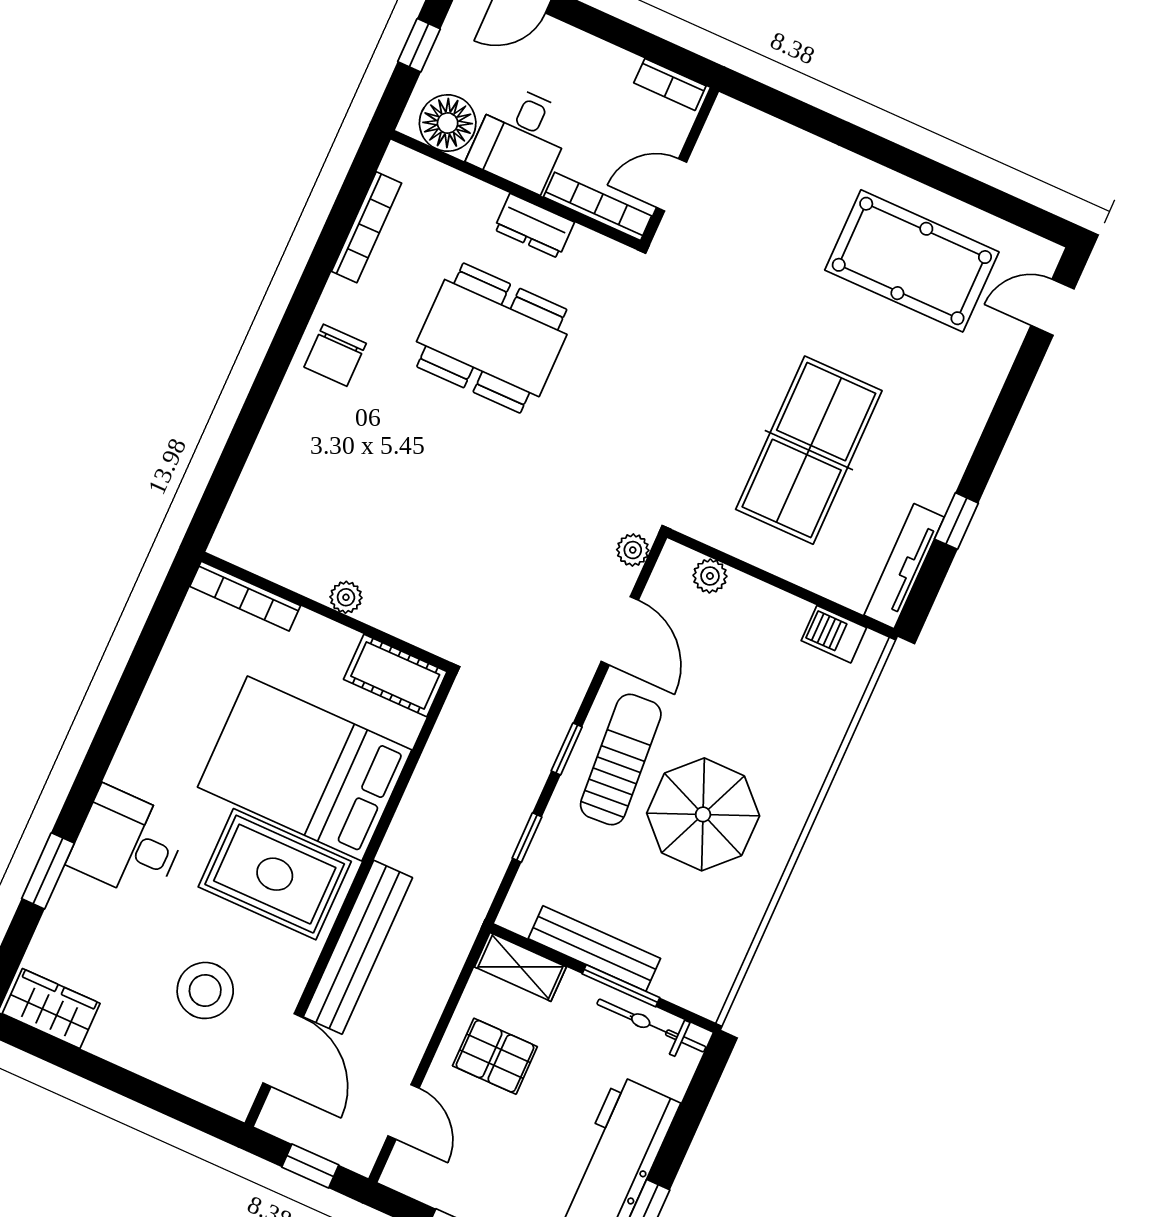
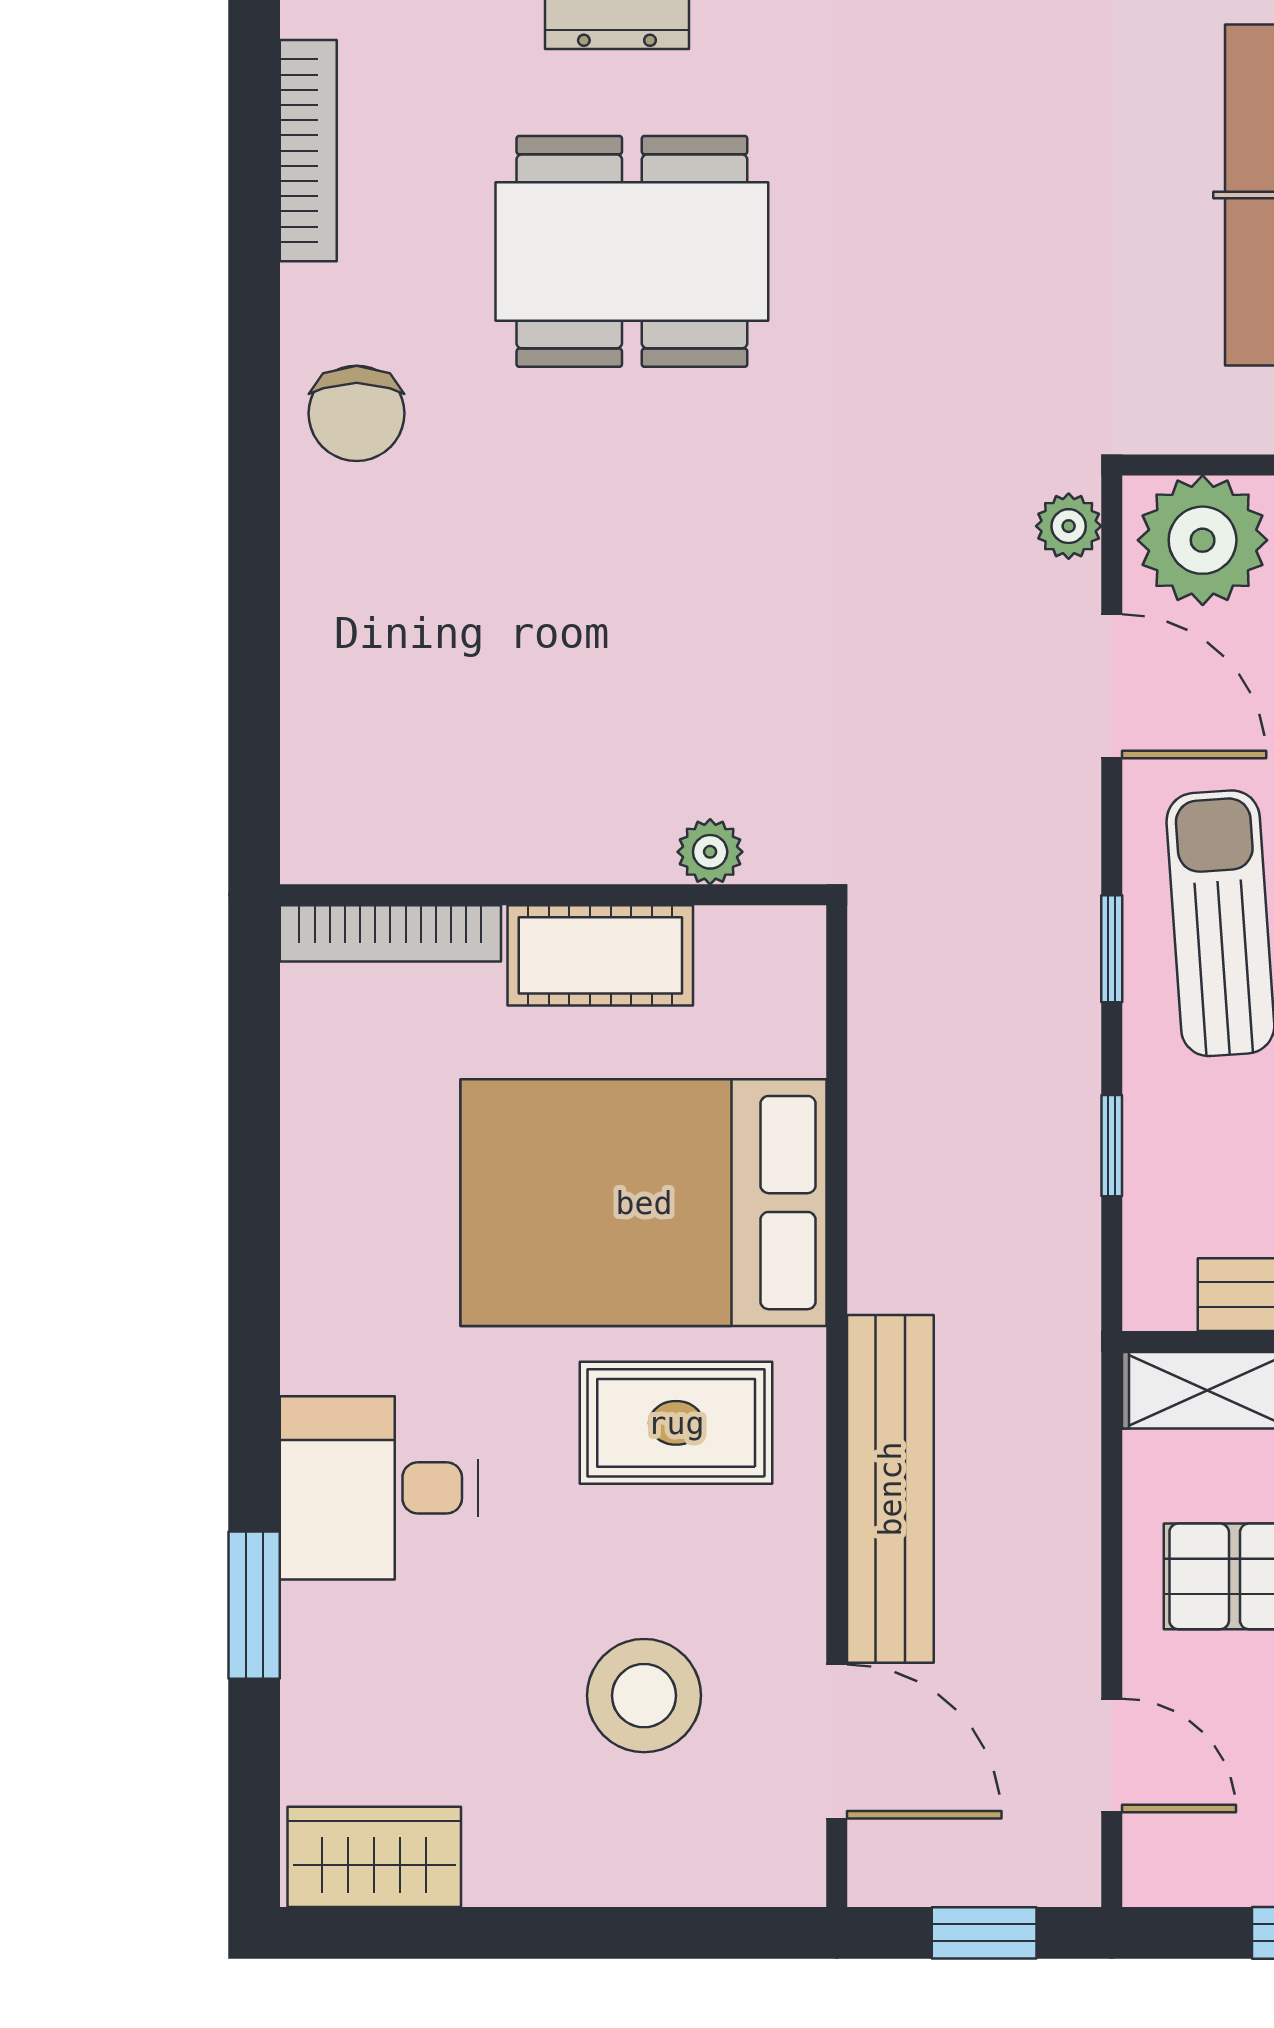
plant: (710, 576) -> (1203, 540), width x1.87, depth x1.87
plant: (346, 597) -> (710, 852), moved
cot: (395, 675) -> (600, 955), moved
rug: (275, 874) -> (676, 1423), width x0.73, depth x0.70

